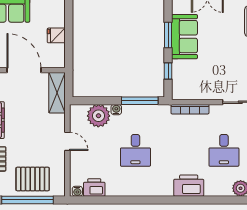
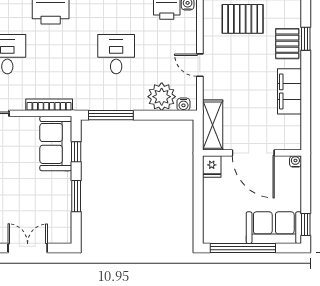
fridge: (56, 35) -> (212, 167), moved, turned 90
sofa: (184, 37) -> (56, 143), moved
water cooler: (116, 110) -> (183, 104), moved

